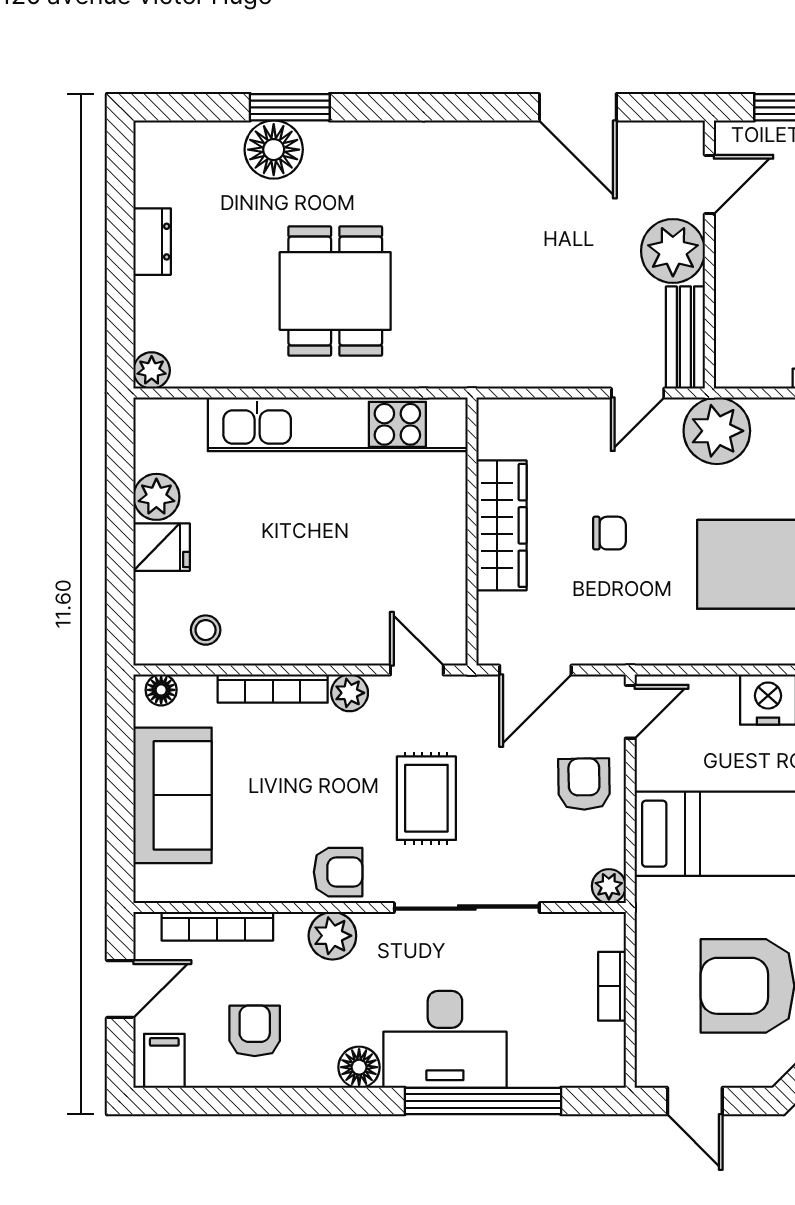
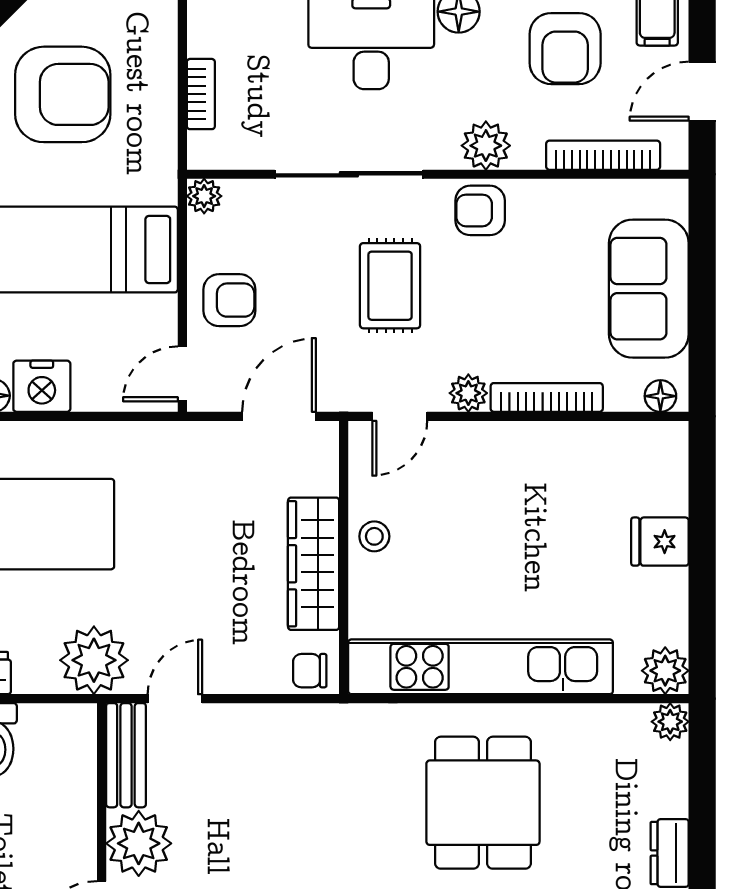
plant: (156, 497) -> (665, 671), moved
chair: (609, 533) -> (310, 671), moved
stool: (206, 630) -> (374, 536), moved
door: (417, 670) -> (400, 416), hinge flipped
armchair: (584, 784) -> (229, 300), turned -89
armchair: (255, 1031) -> (565, 49), width x1.38, depth x1.38

